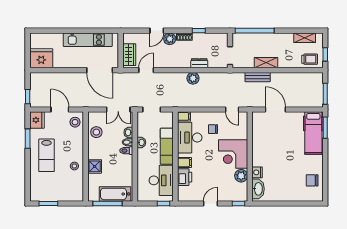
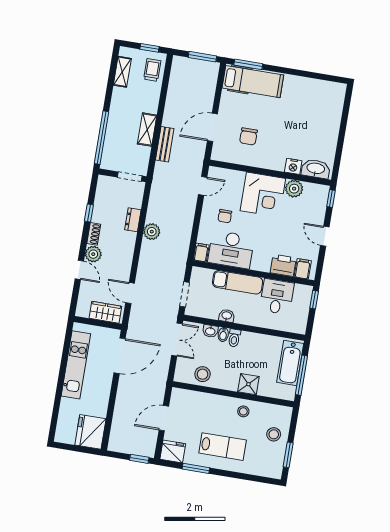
stool: (75, 122) -> (274, 434), moved
filing cabinet: (184, 163) -> (303, 269), moved
desk: (161, 180) -> (277, 297), width x0.73
chair: (312, 180) -> (248, 136), moved

